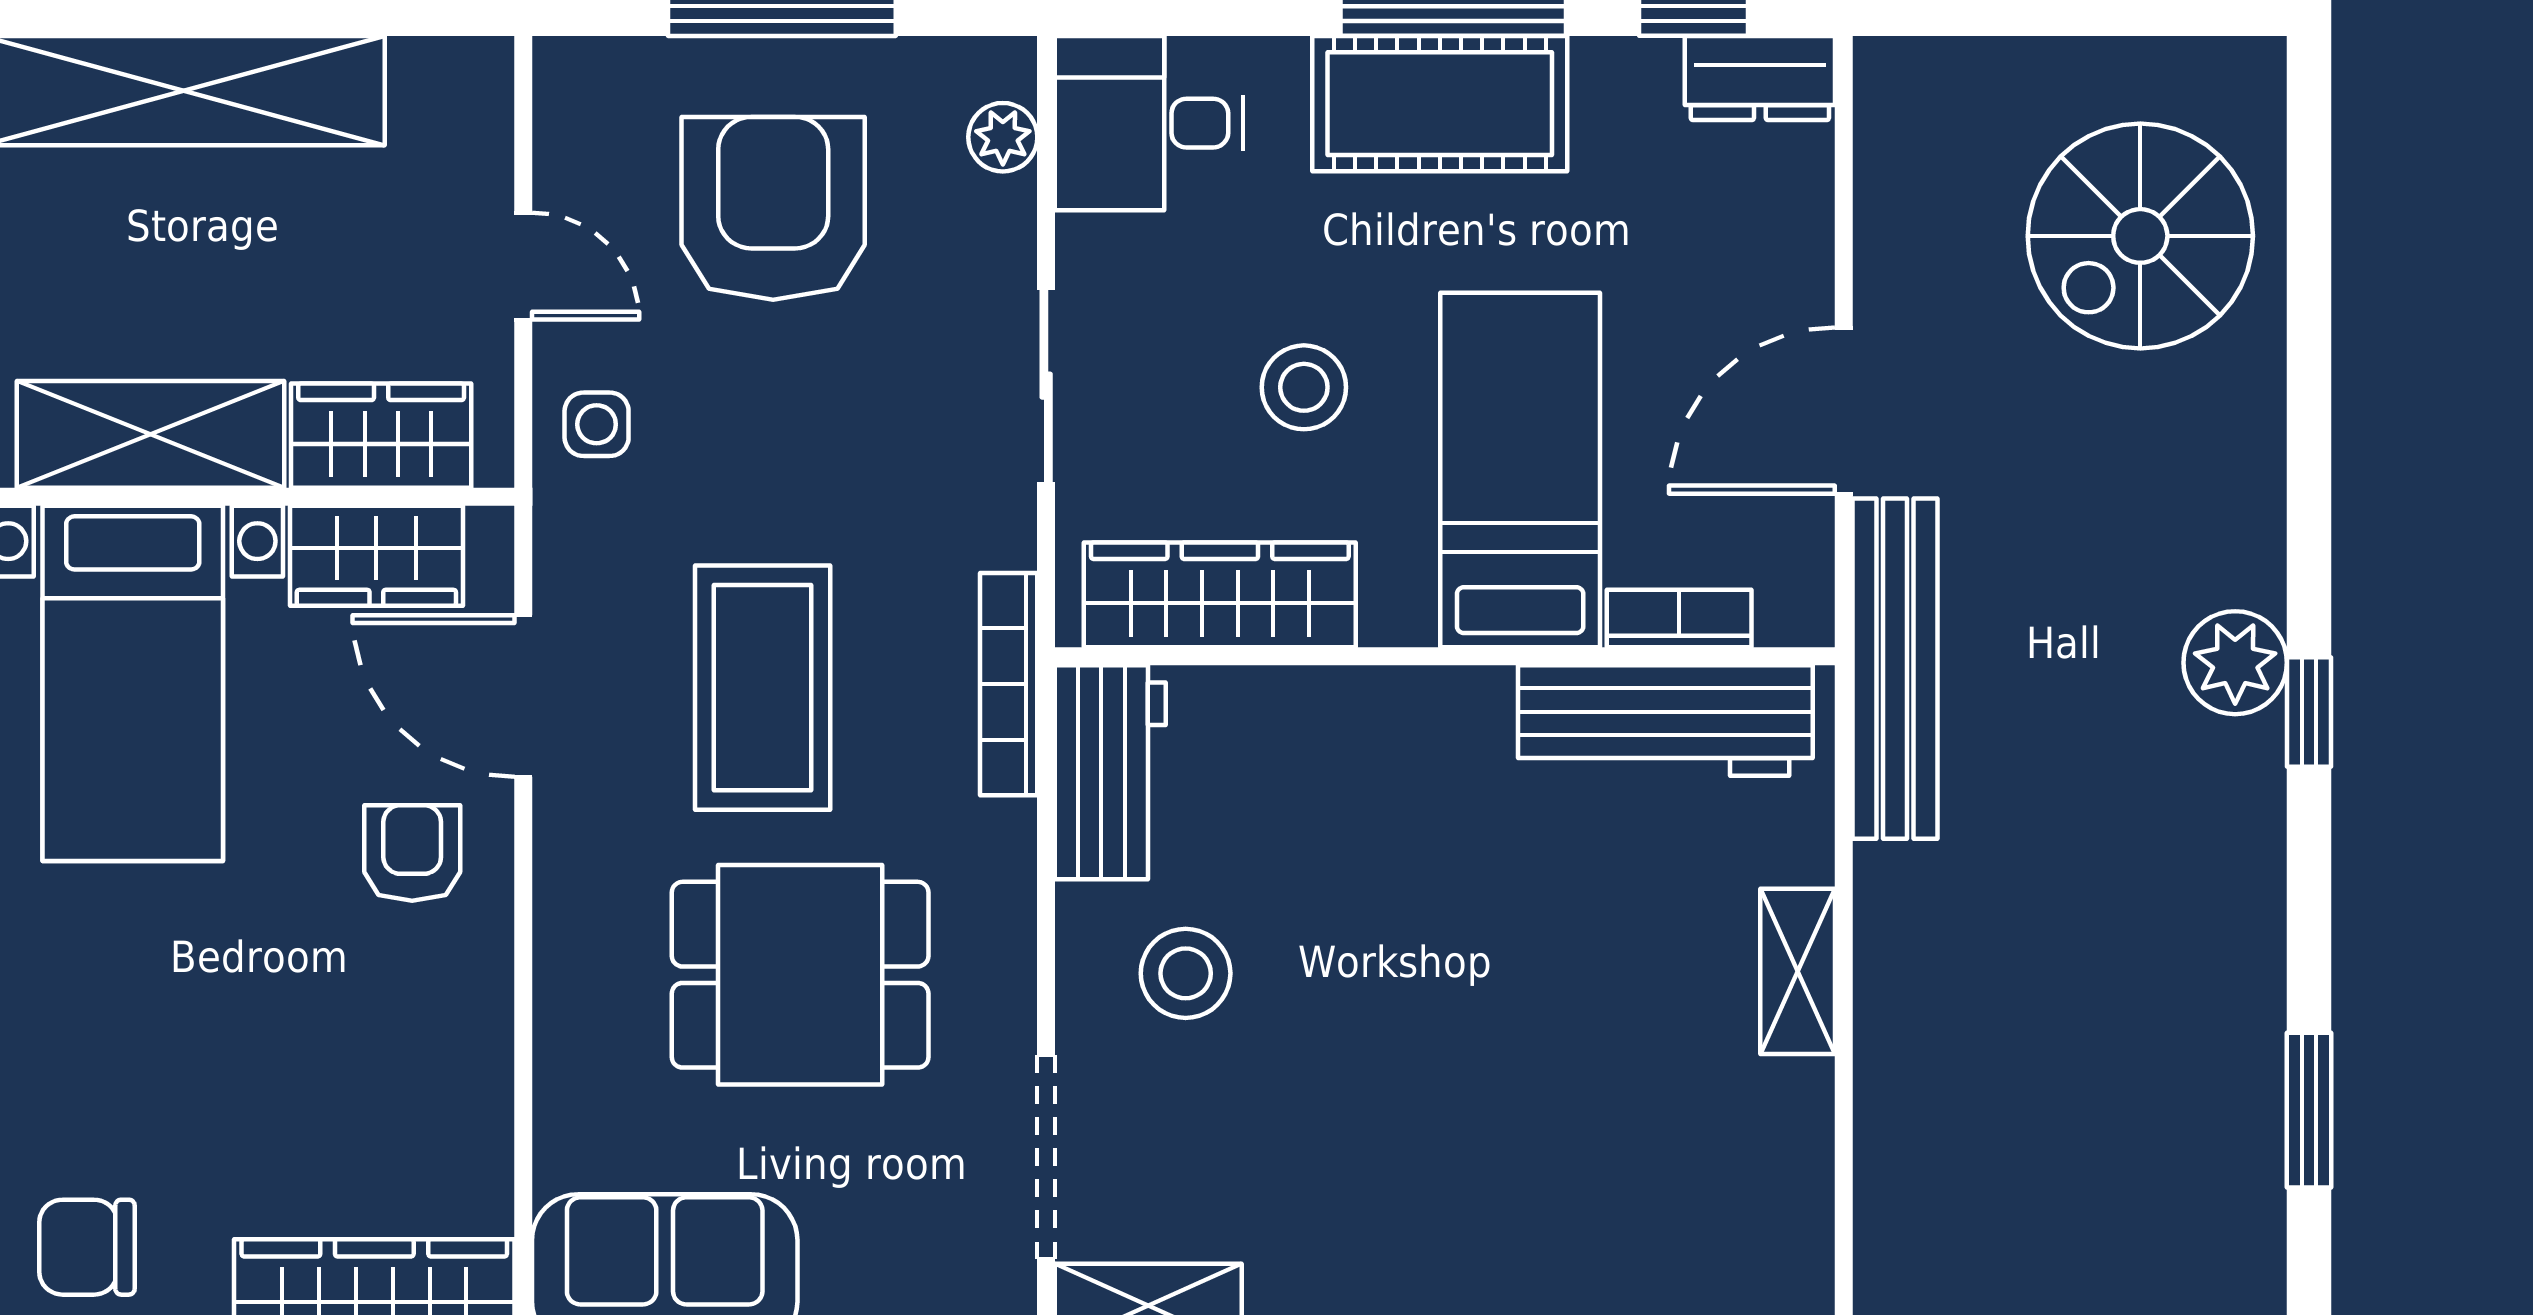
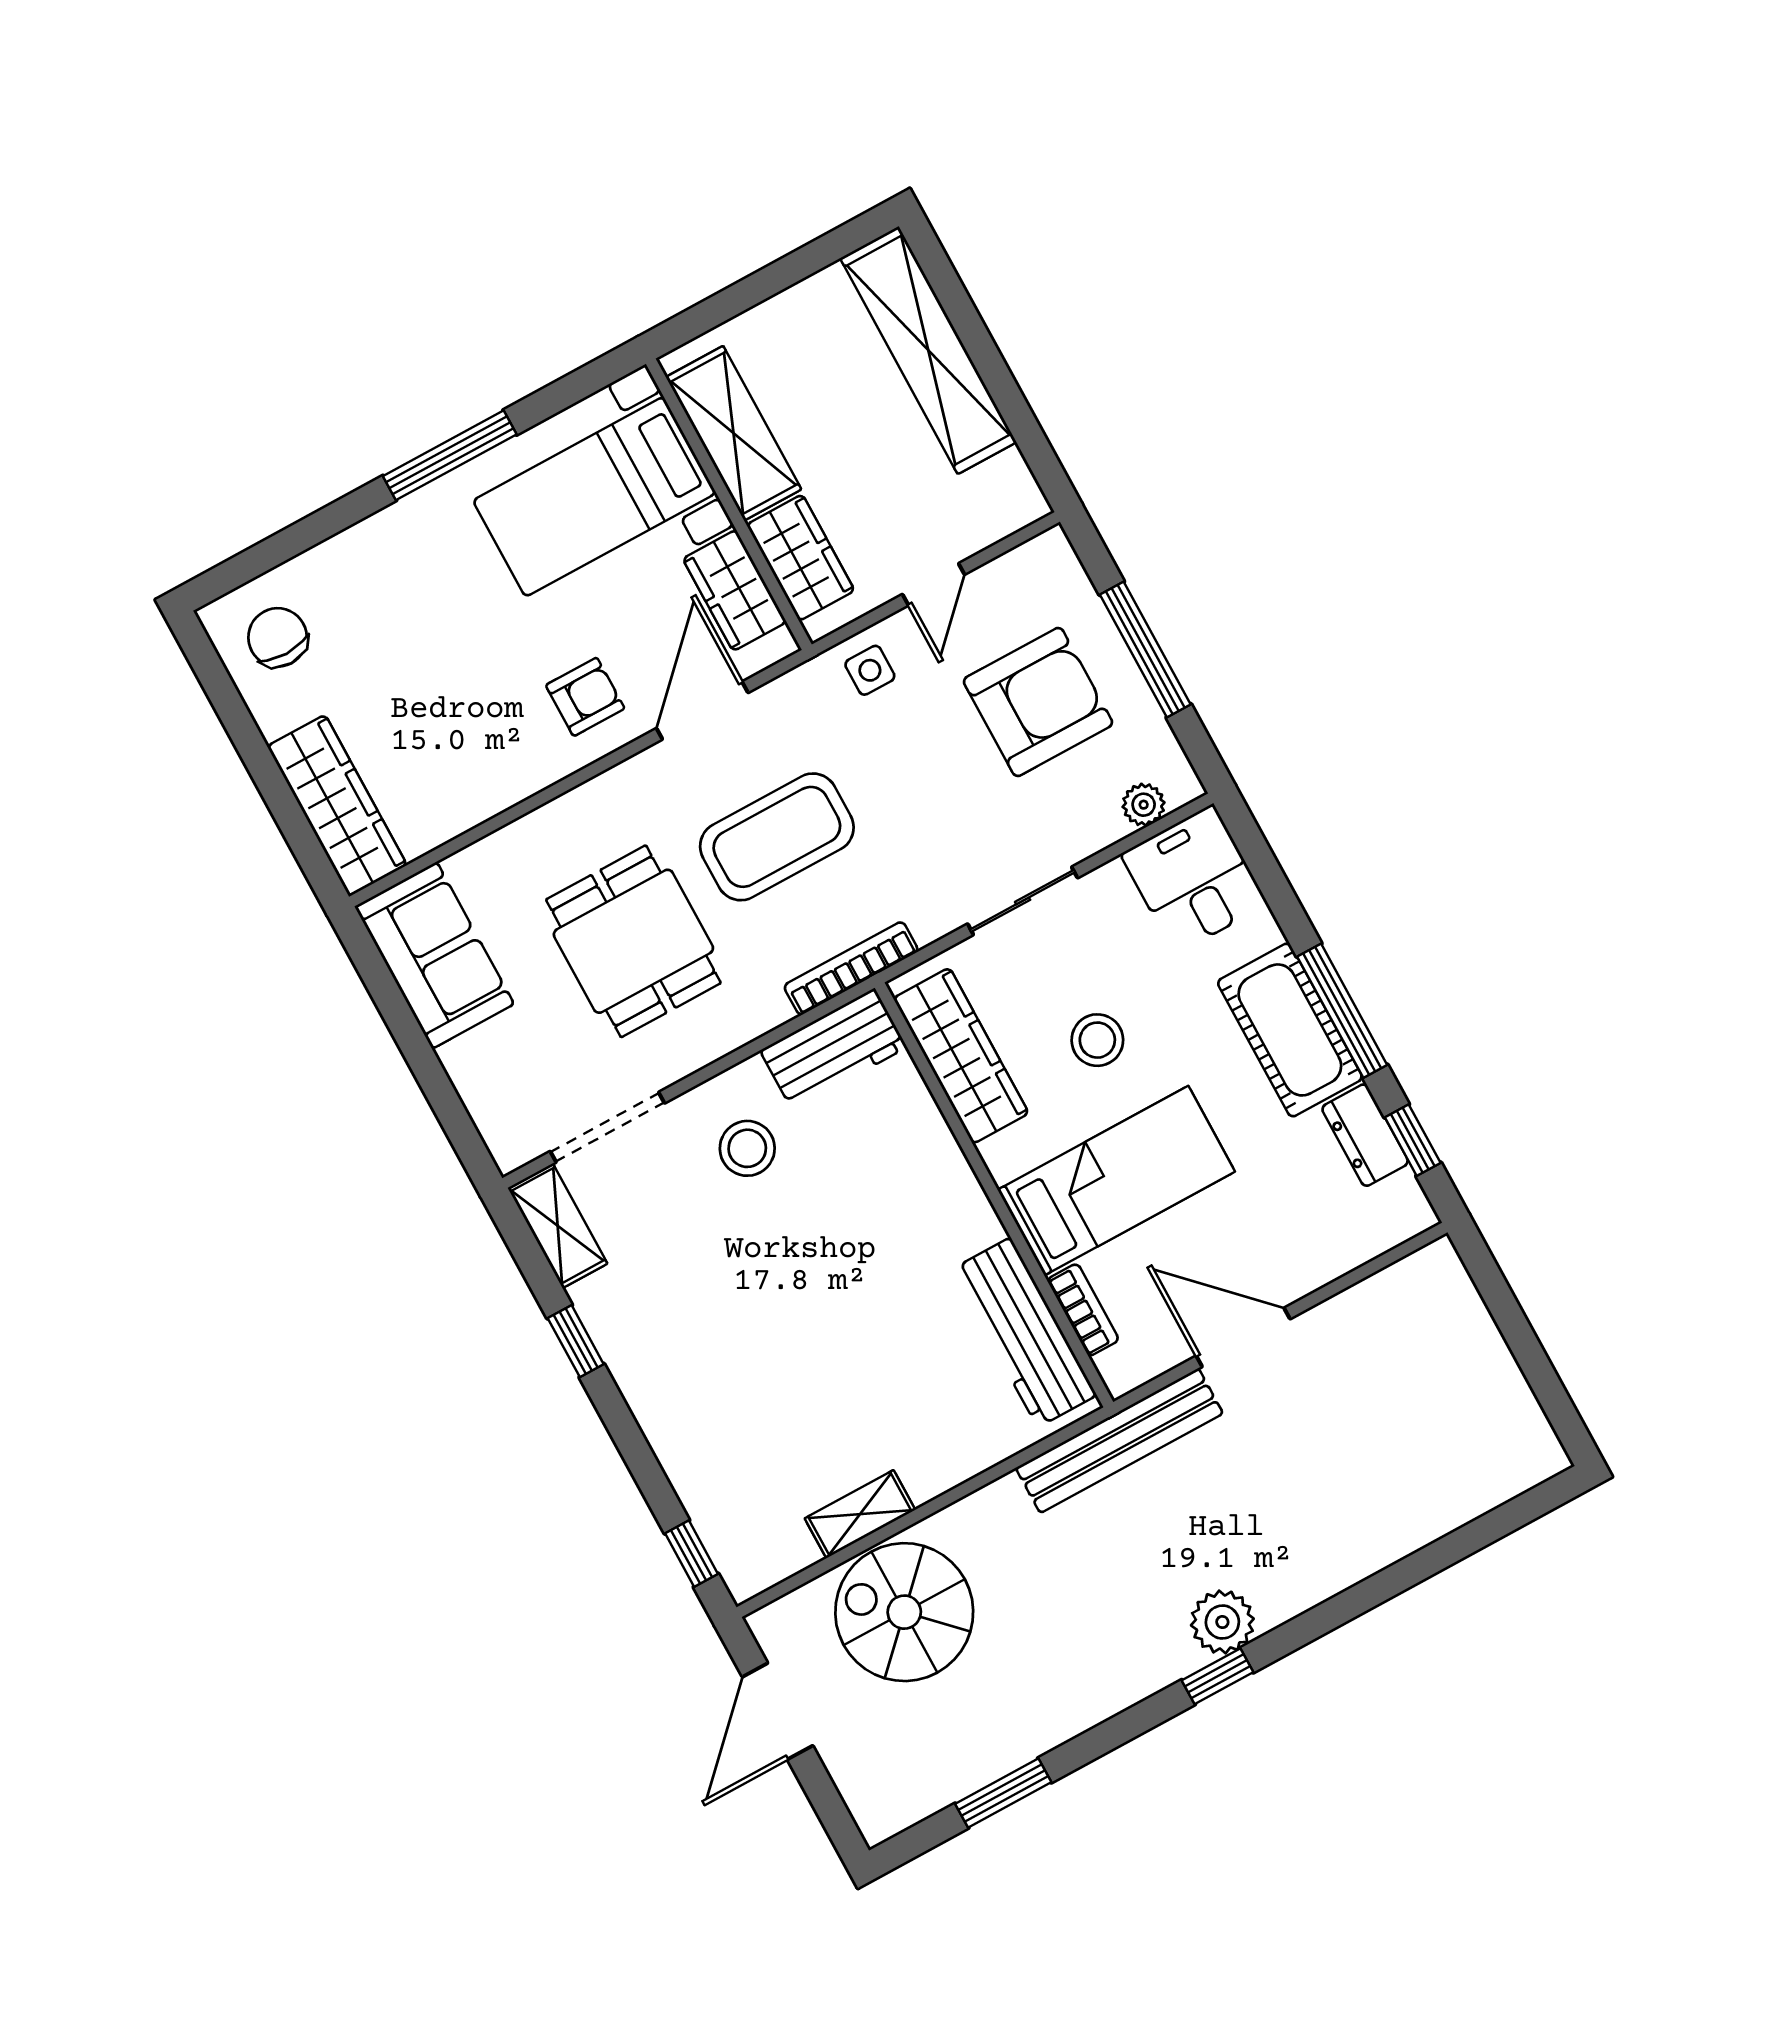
dresser: (1760, 78) -> (1365, 1135), moved
spiral stairs: (2140, 236) -> (904, 1612), moved
shelving: (1798, 971) -> (860, 1514), moved

